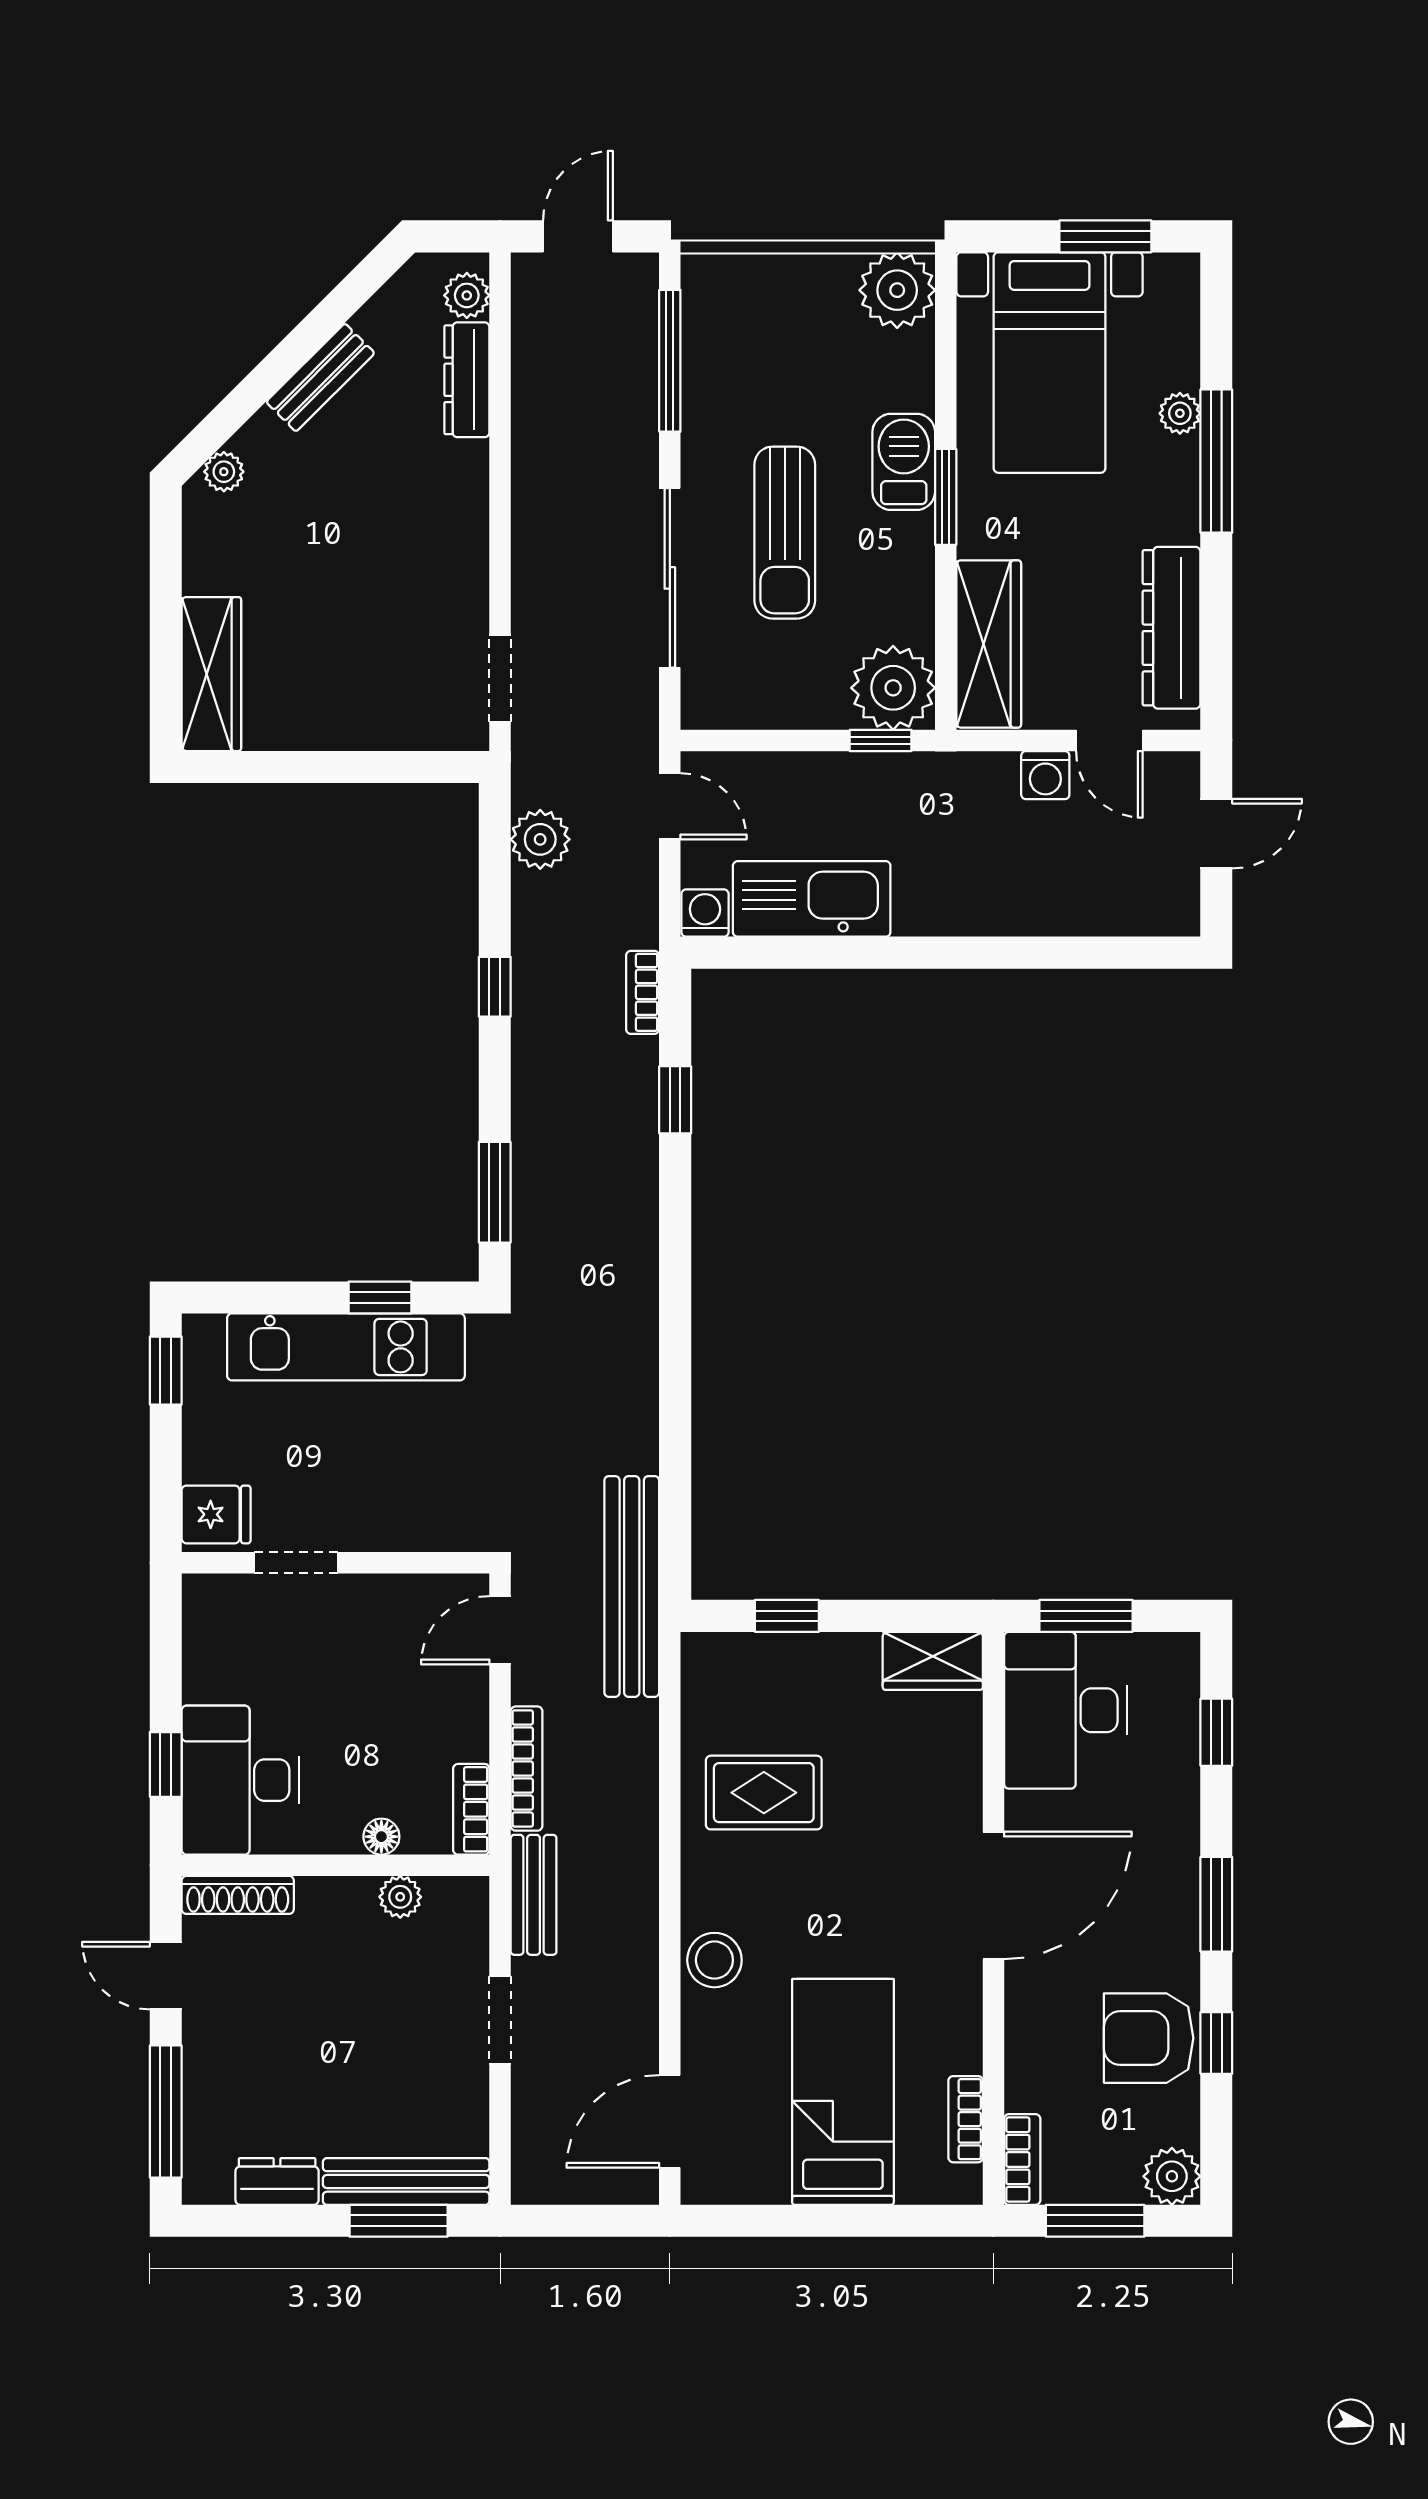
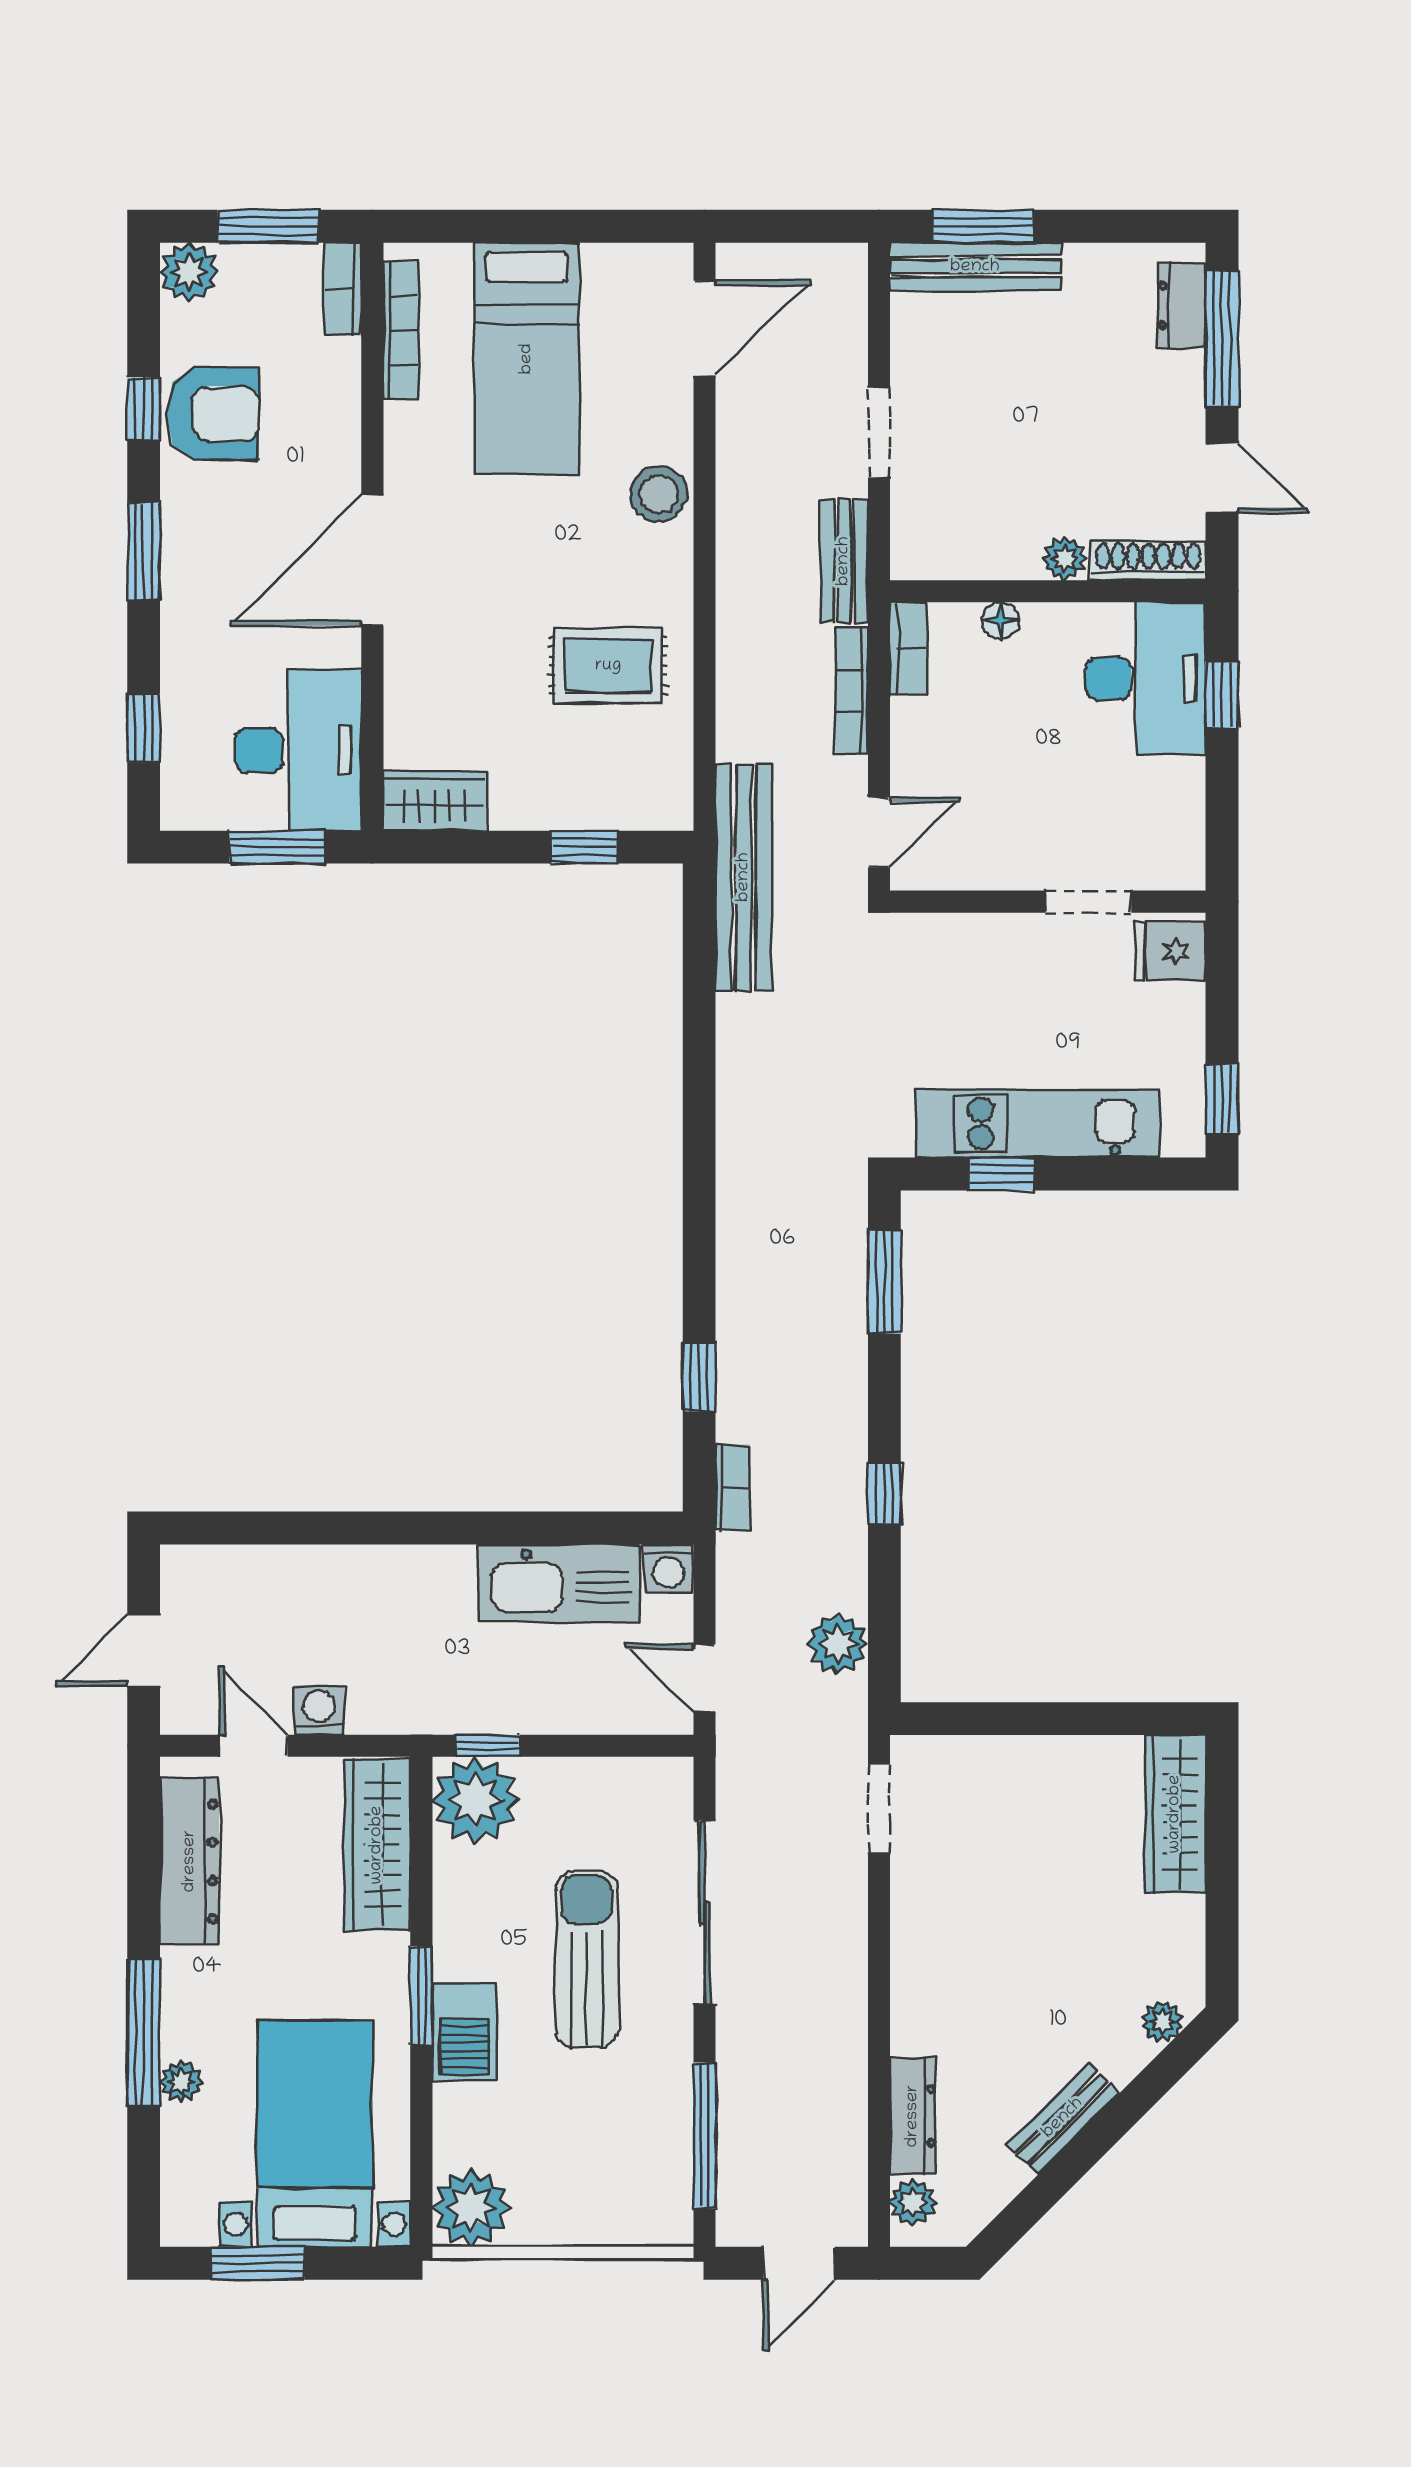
plant: (400, 1897) -> (1065, 559), moved
bookcase: (966, 2119) -> (401, 330), width x1.56
dresser: (277, 2181) -> (1182, 306), moved, turned 90

